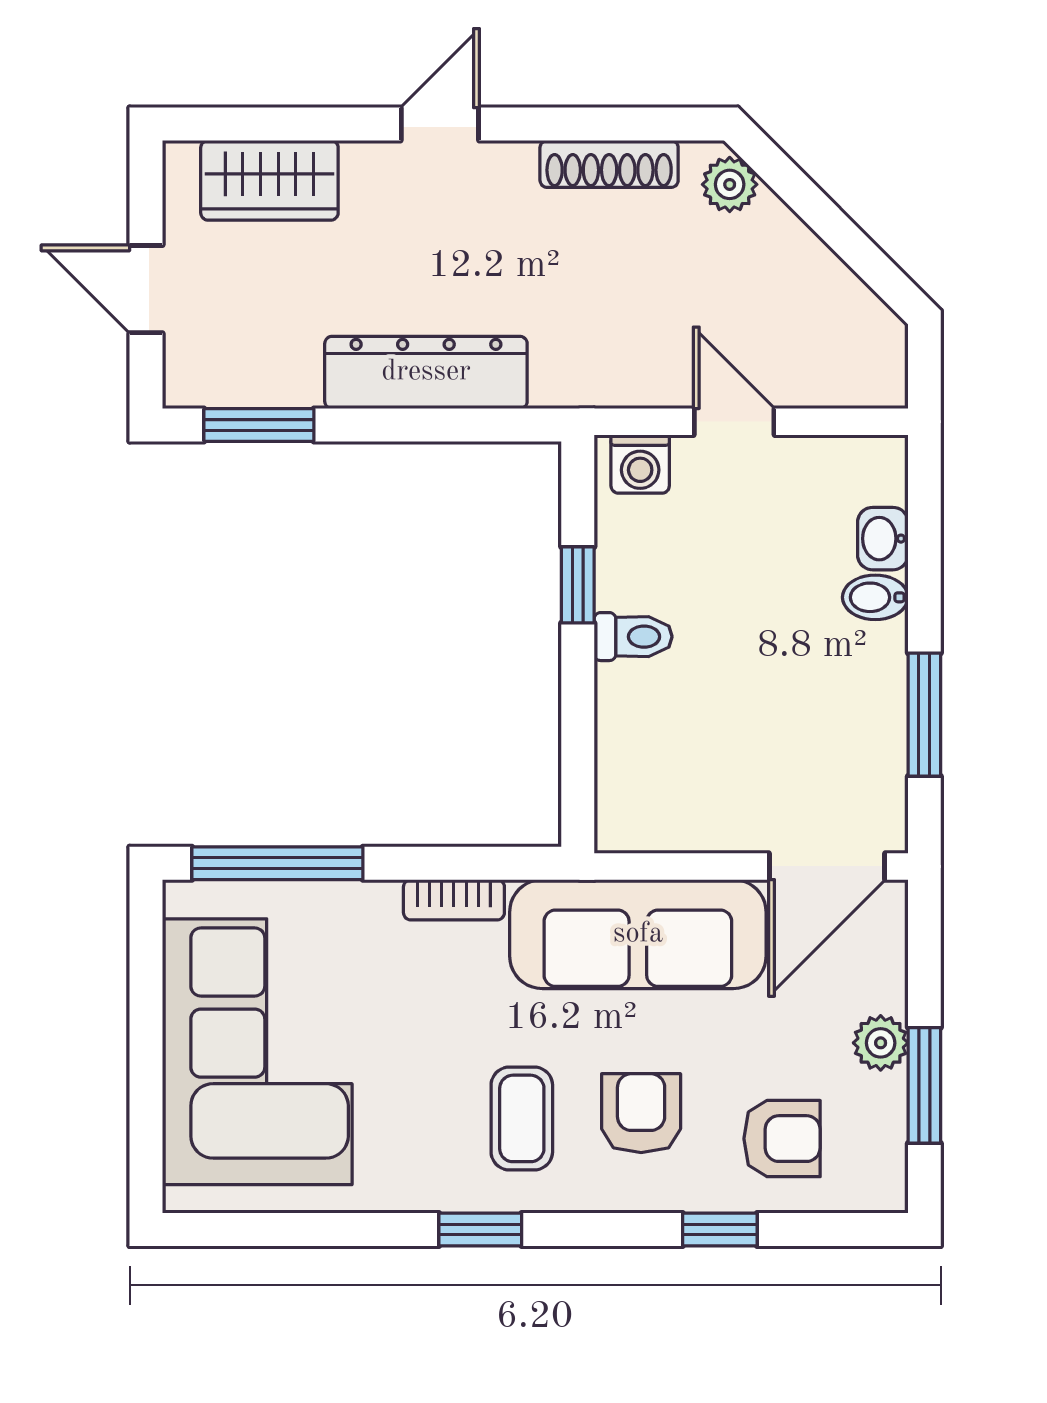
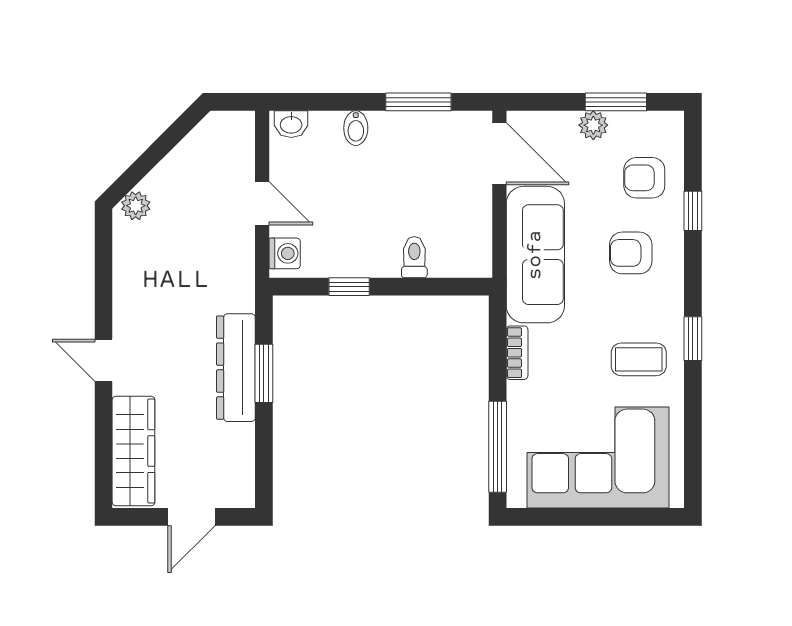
shoe rack: (609, 164) -> (125, 270), removed
wardrobe: (269, 180) -> (133, 451), width x1.50
door: (734, 422) -> (262, 203), swing flipped
window: (259, 425) -> (264, 373), moved
washbasin: (883, 539) -> (291, 124), moved
toilet: (633, 637) -> (414, 257), moved
coffee table: (522, 1118) -> (639, 359), moved
armchair: (782, 1139) -> (644, 178), turned -90

